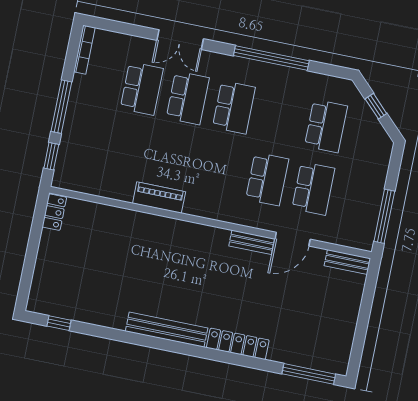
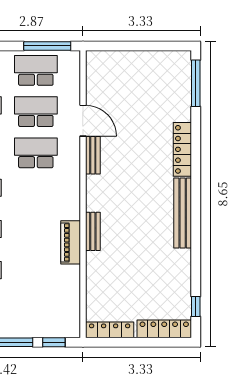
school desk: (359, 198) -> (36, 70), added
locker: (54, 212) -> (110, 330), width x1.53
bench: (347, 262) -> (93, 231), moved
locker: (41, 283) -> (164, 329), added

